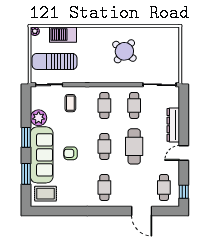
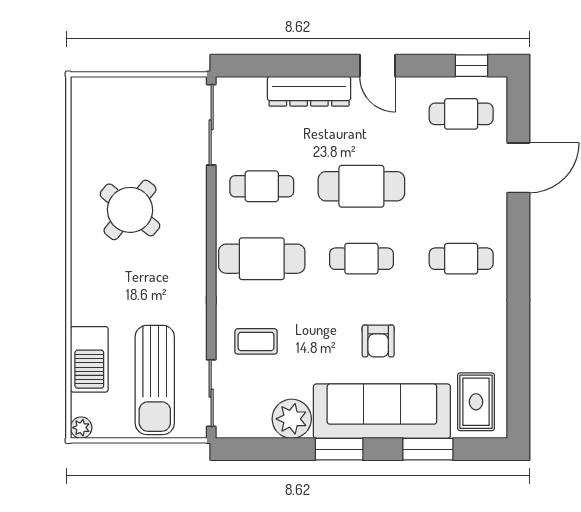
cafe table: (104, 105) -> (262, 259), width x1.37, depth x1.35

